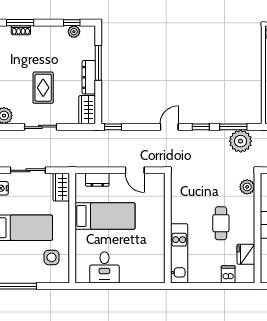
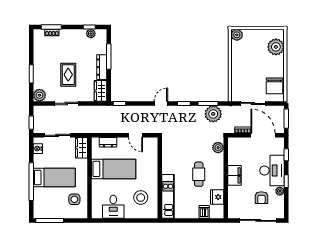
stool: (142, 255) -> (141, 198), added

